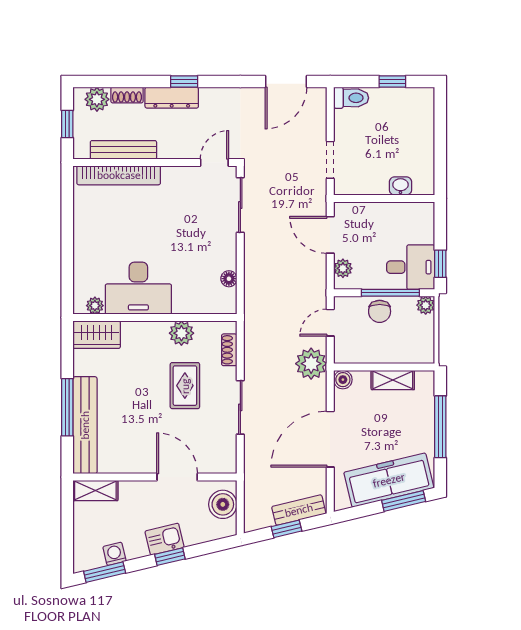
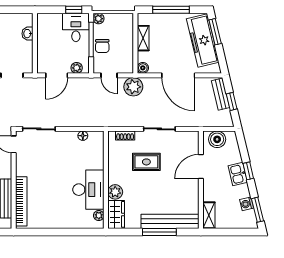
chair: (380, 311) -> (102, 46), turned 90
plant: (181, 333) -> (115, 192), moved

